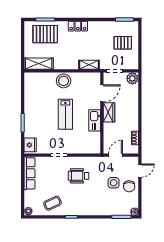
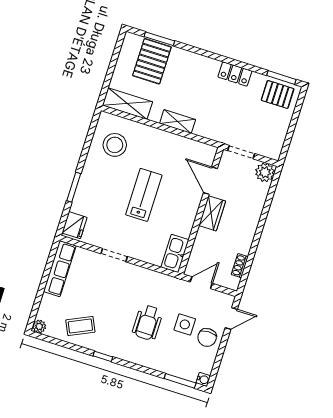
locker: (78, 26) -> (235, 74), moved
pallet: (45, 34) -> (152, 61), turned 90
pallet: (123, 43) -> (278, 94), moved
shelving: (89, 65) -> (178, 121), moved
stool: (64, 81) -> (115, 145), moved
door: (102, 93) -> (210, 181), swing flipped
lab bench: (65, 114) -> (144, 195), turned 180
kitchen sink: (95, 120) -> (175, 253), moved
wheelchair: (79, 176) -> (148, 323), moved, turned -90

